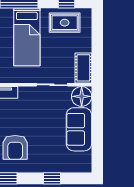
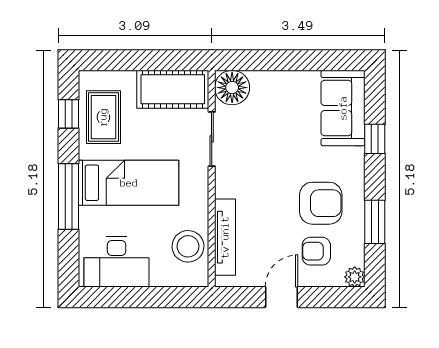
cot: (83, 68) -> (173, 89), width x1.37, depth x1.34
sofa: (79, 129) -> (343, 108), moved, turned 90

